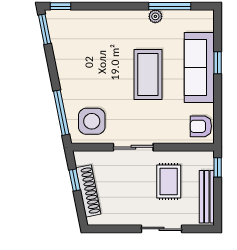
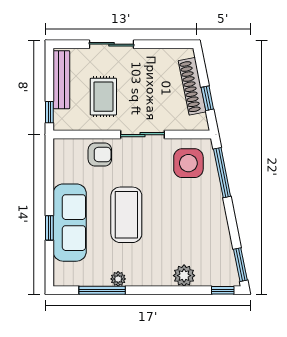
plant: (96, 19) -> (184, 276), added
armchair: (201, 126) -> (100, 155), moved

